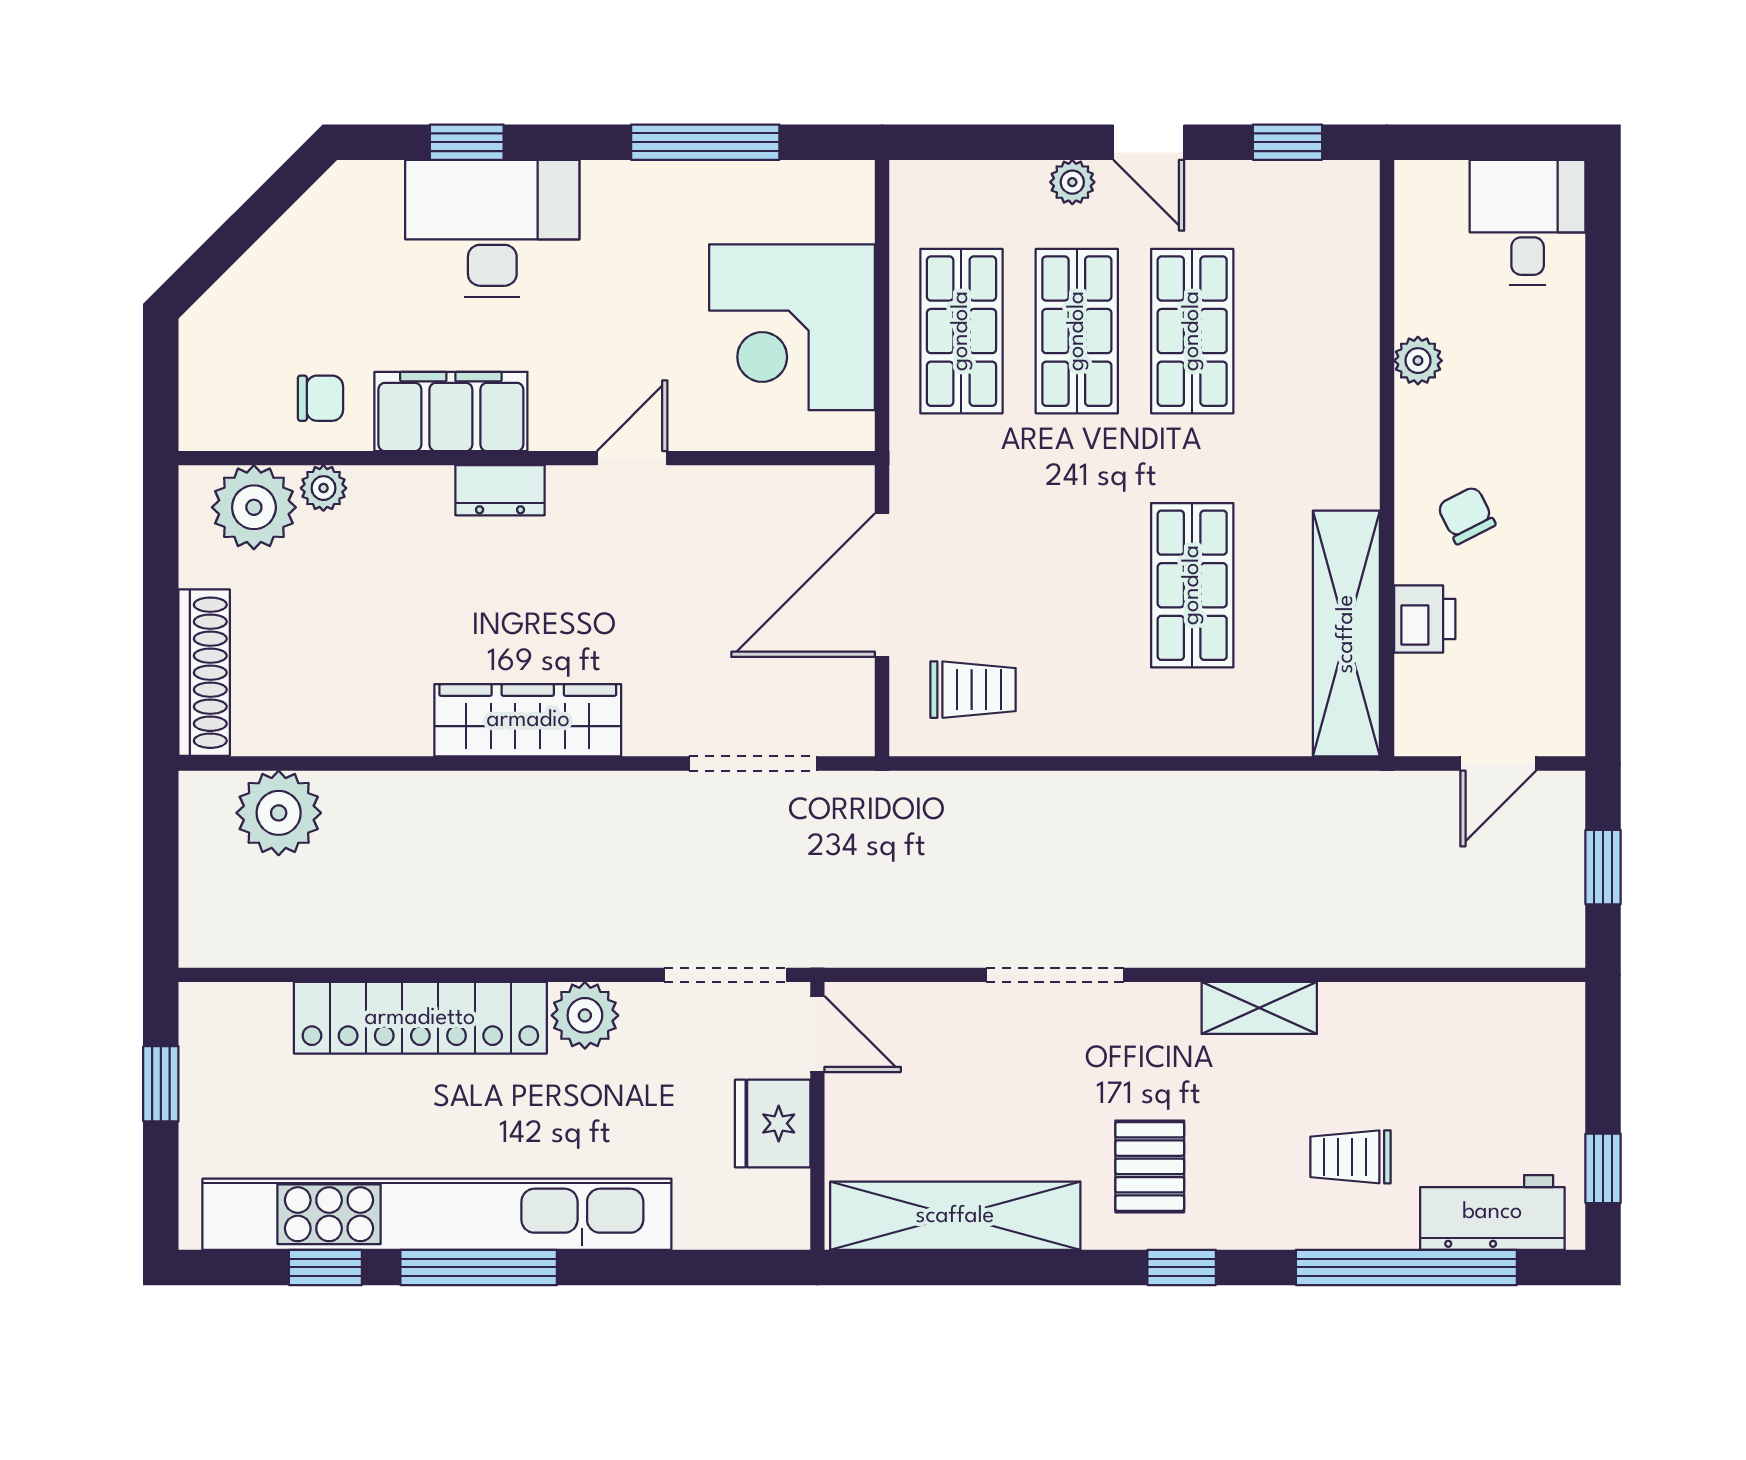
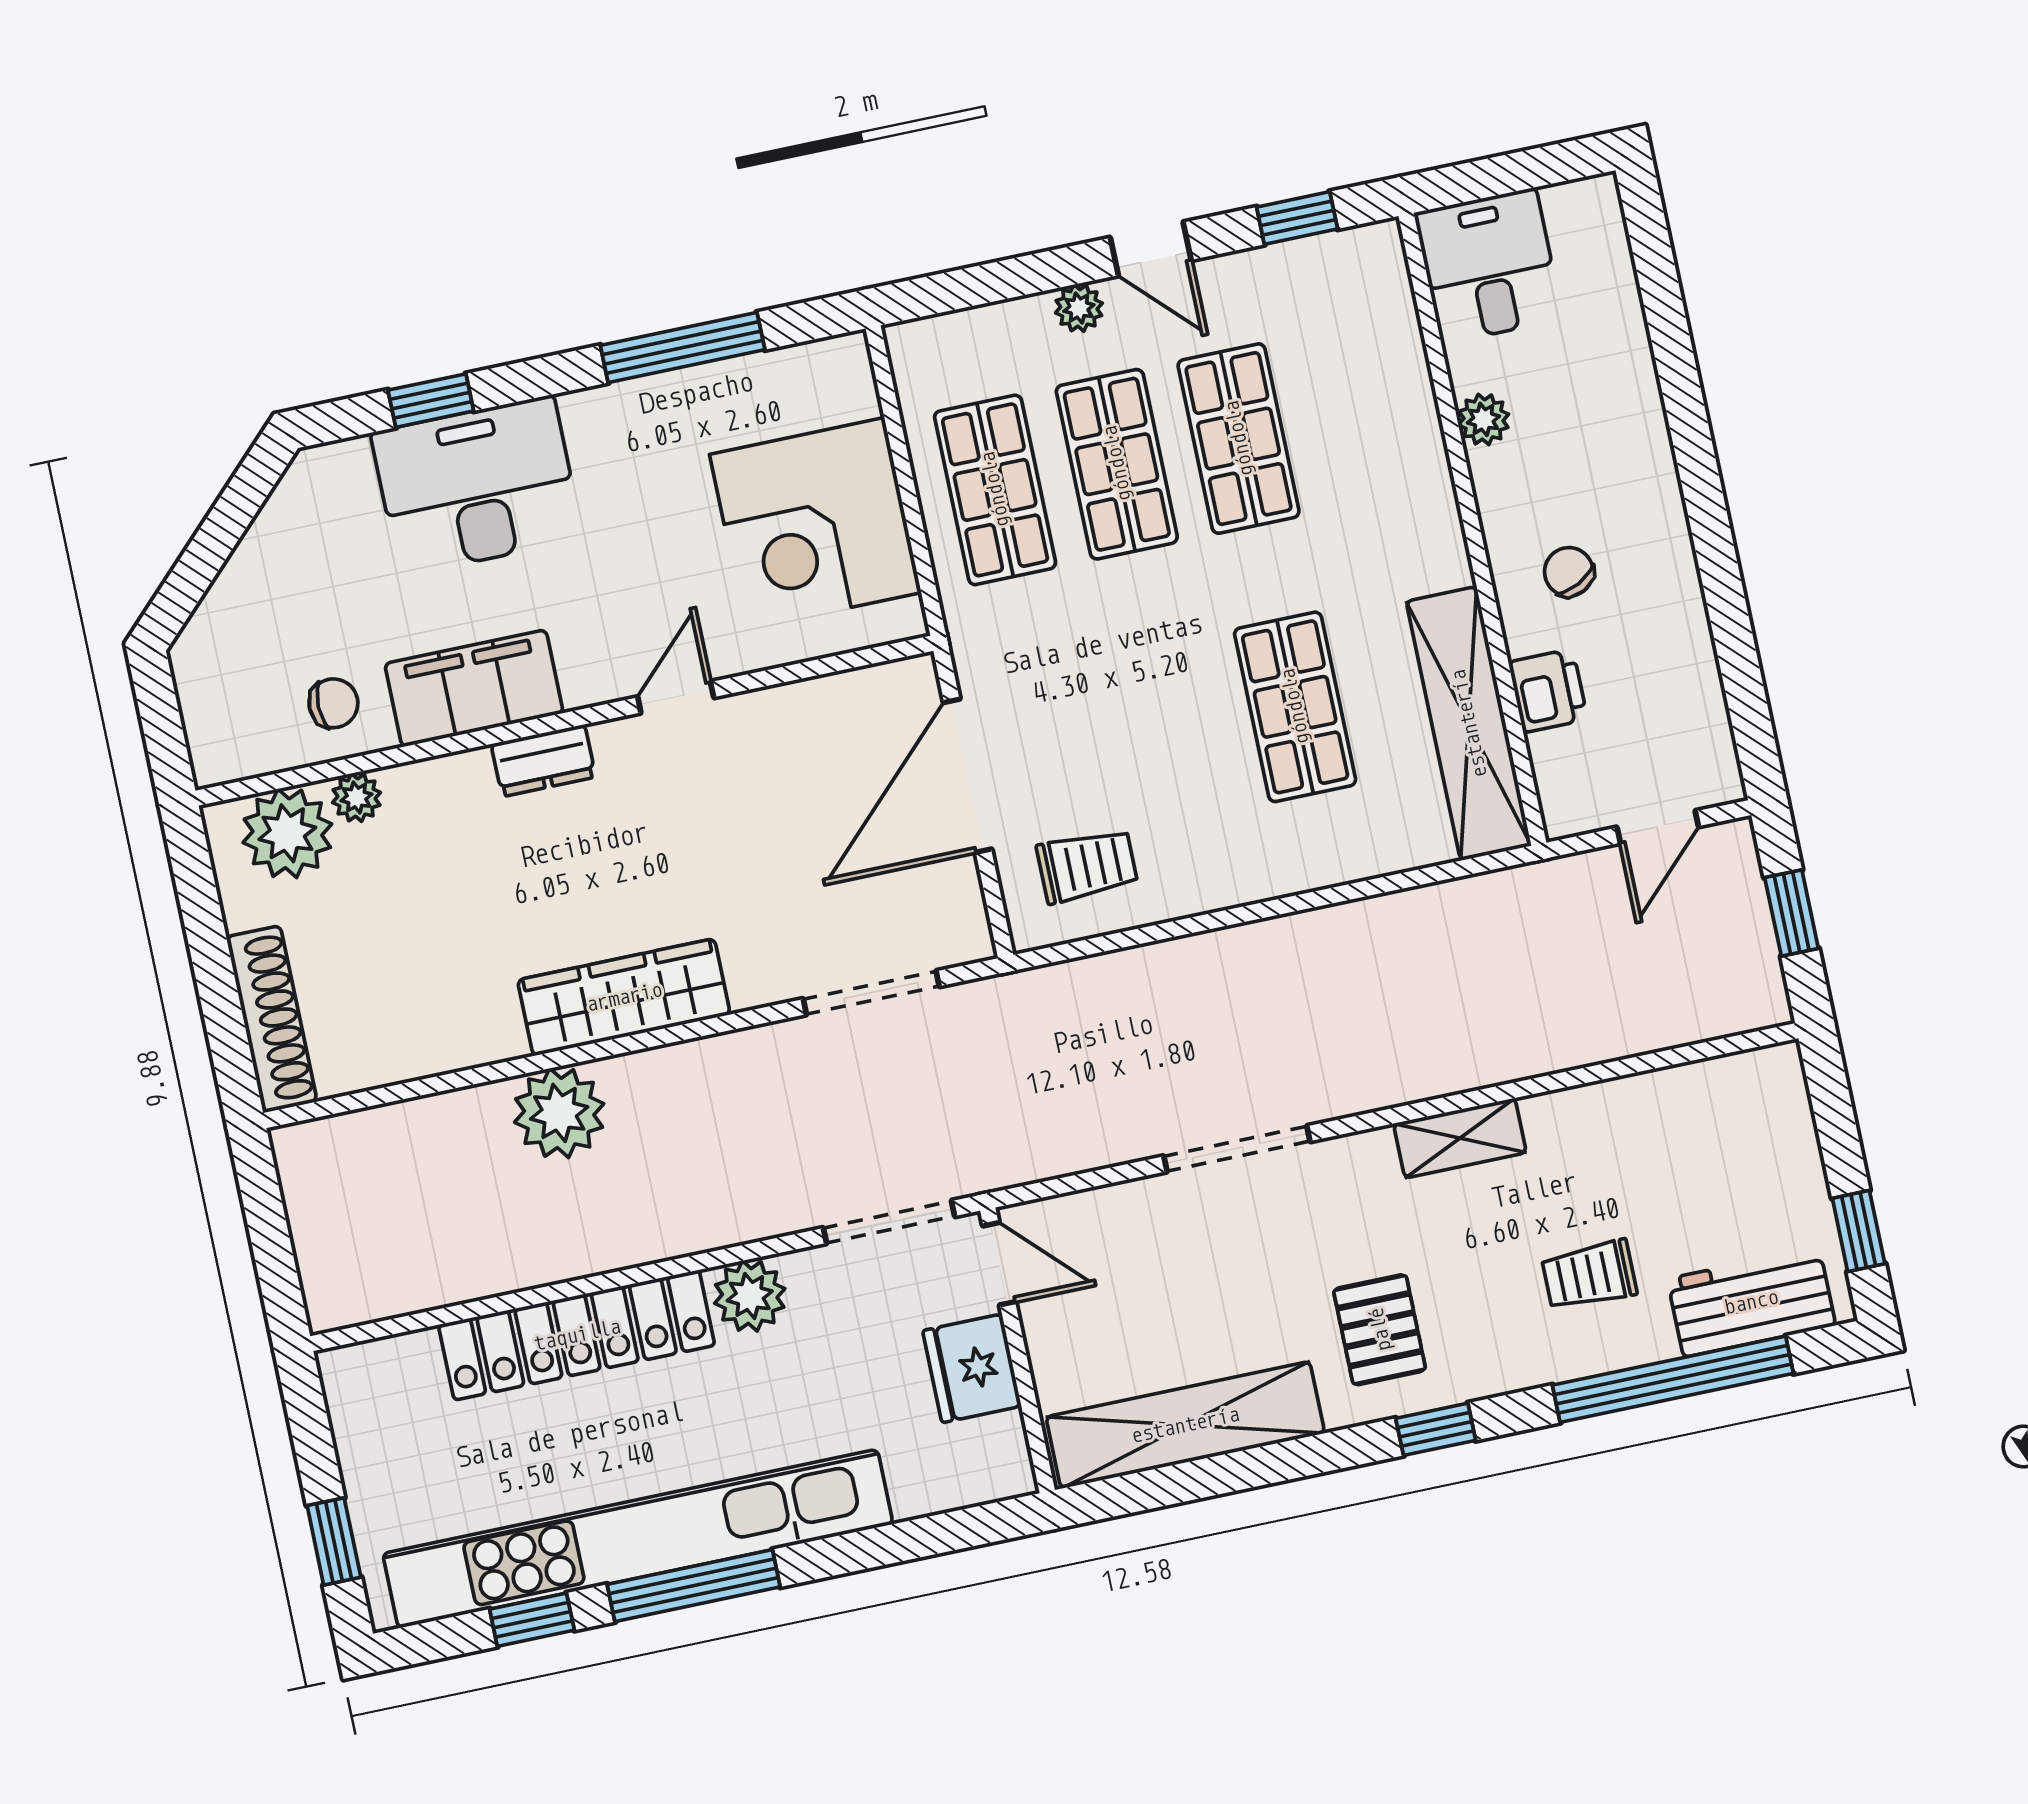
desk: (1528, 222) -> (1489, 266), moved
plant: (279, 813) -> (559, 1113), moved
window: (161, 1084) -> (334, 1541), moved

